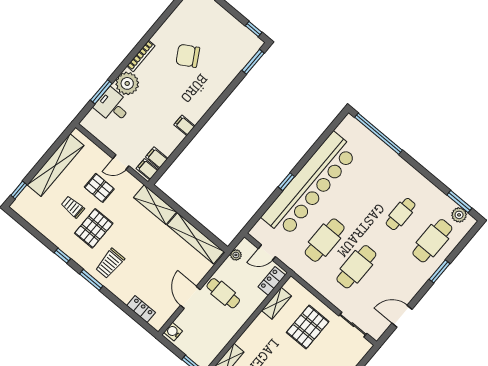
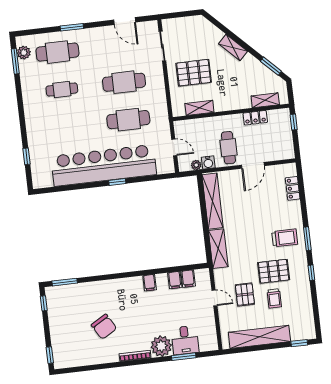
window: (378, 134) -> (26, 156), width x0.32
filing cabinet: (147, 169) -> (175, 280), moved
locker: (272, 281) -> (255, 118), moved
water cooler: (173, 332) -> (208, 162), moved

